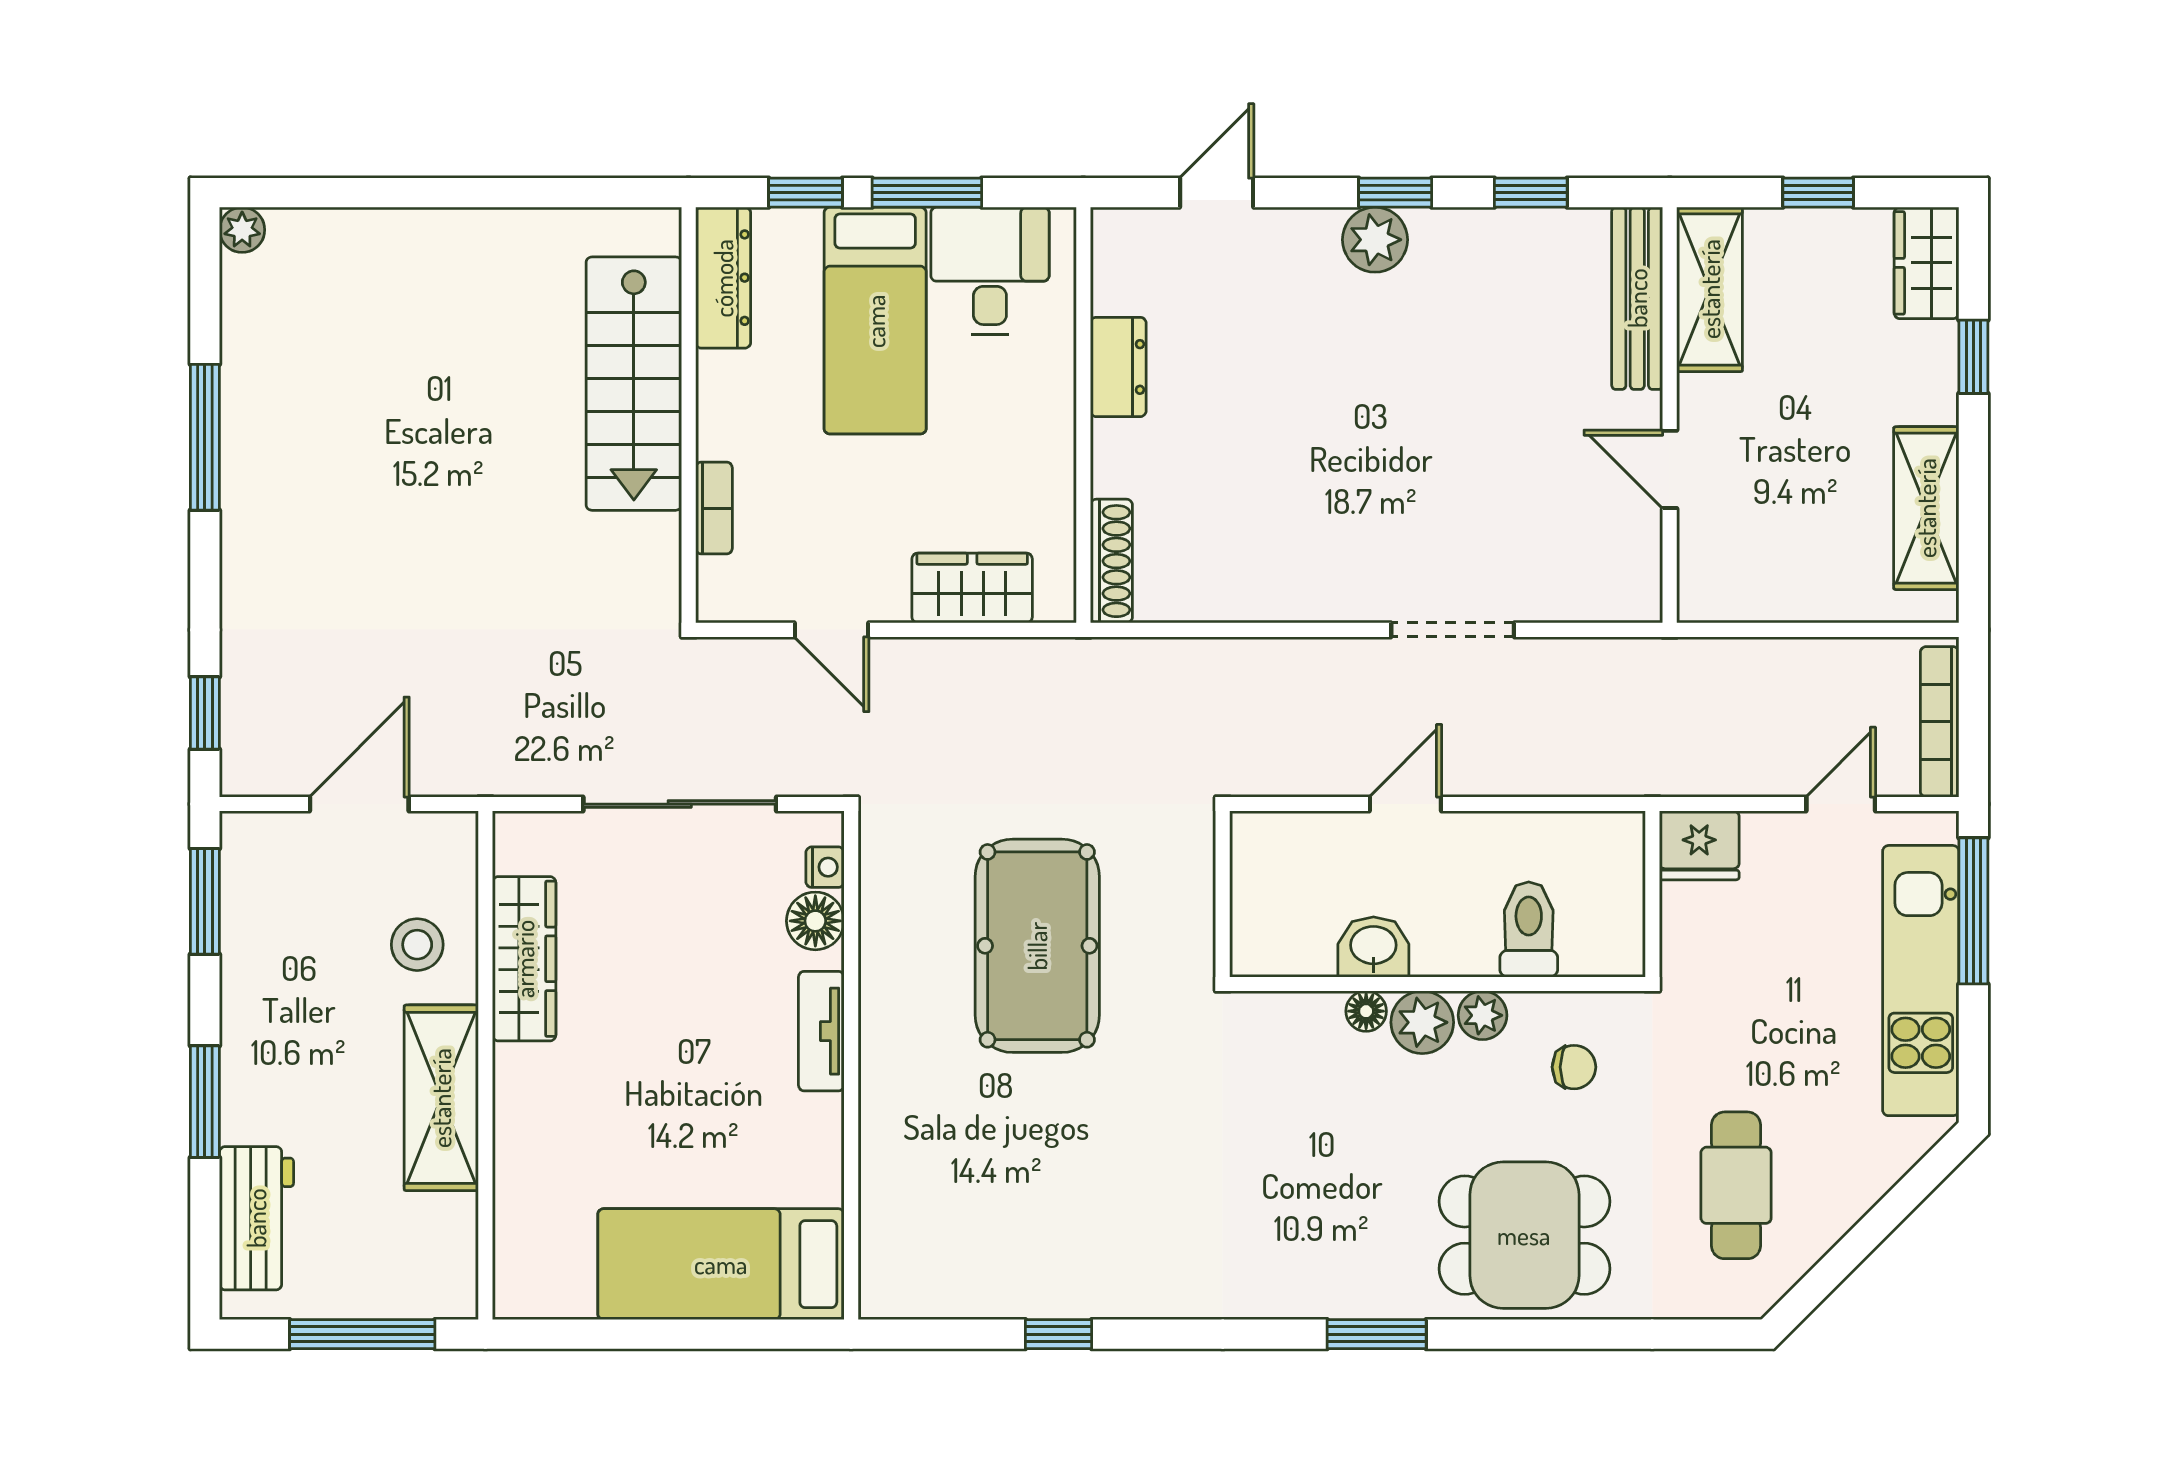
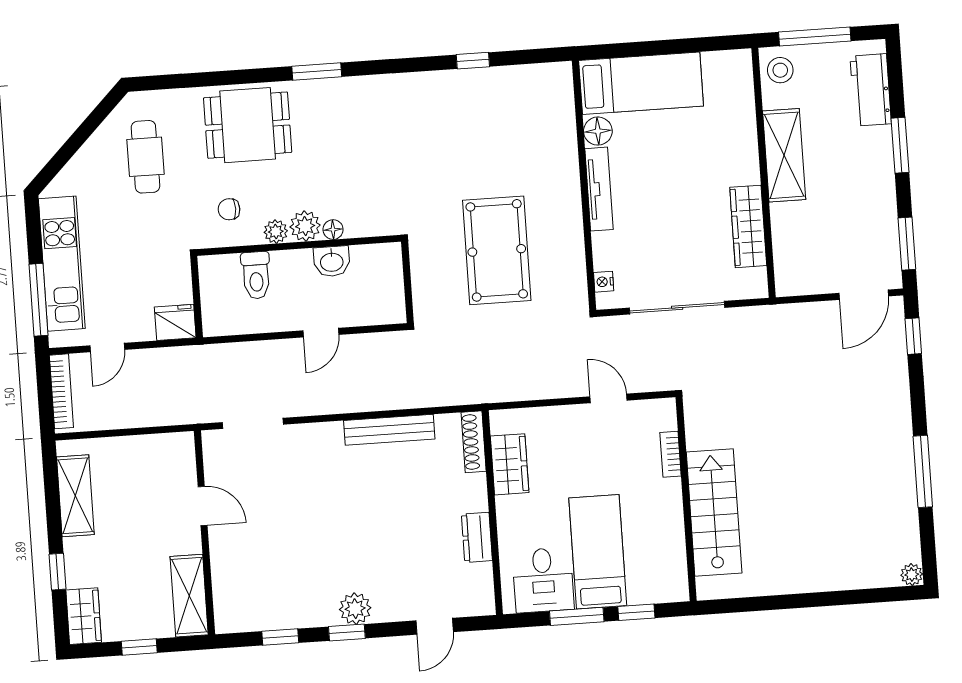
dresser: (723, 278) -> (674, 568), removed
bench: (1637, 298) -> (389, 430), moved, turned 90
wardrobe: (972, 588) -> (510, 464), moved, turned -90
doorway: (1453, 630) -> (253, 423), moved
door: (359, 804) -> (864, 295), moved
floor lamp: (815, 921) -> (598, 131), moved
stool: (417, 945) -> (780, 70), moved
tv unit: (821, 1031) -> (599, 189), width x1.41

